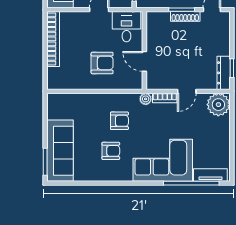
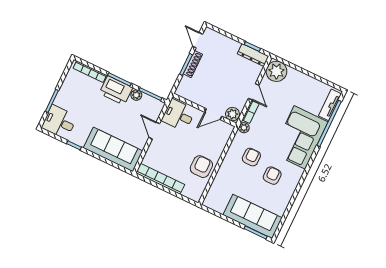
armchair: (102, 63) -> (201, 167), moved
plant: (154, 81) -> (233, 114), added

